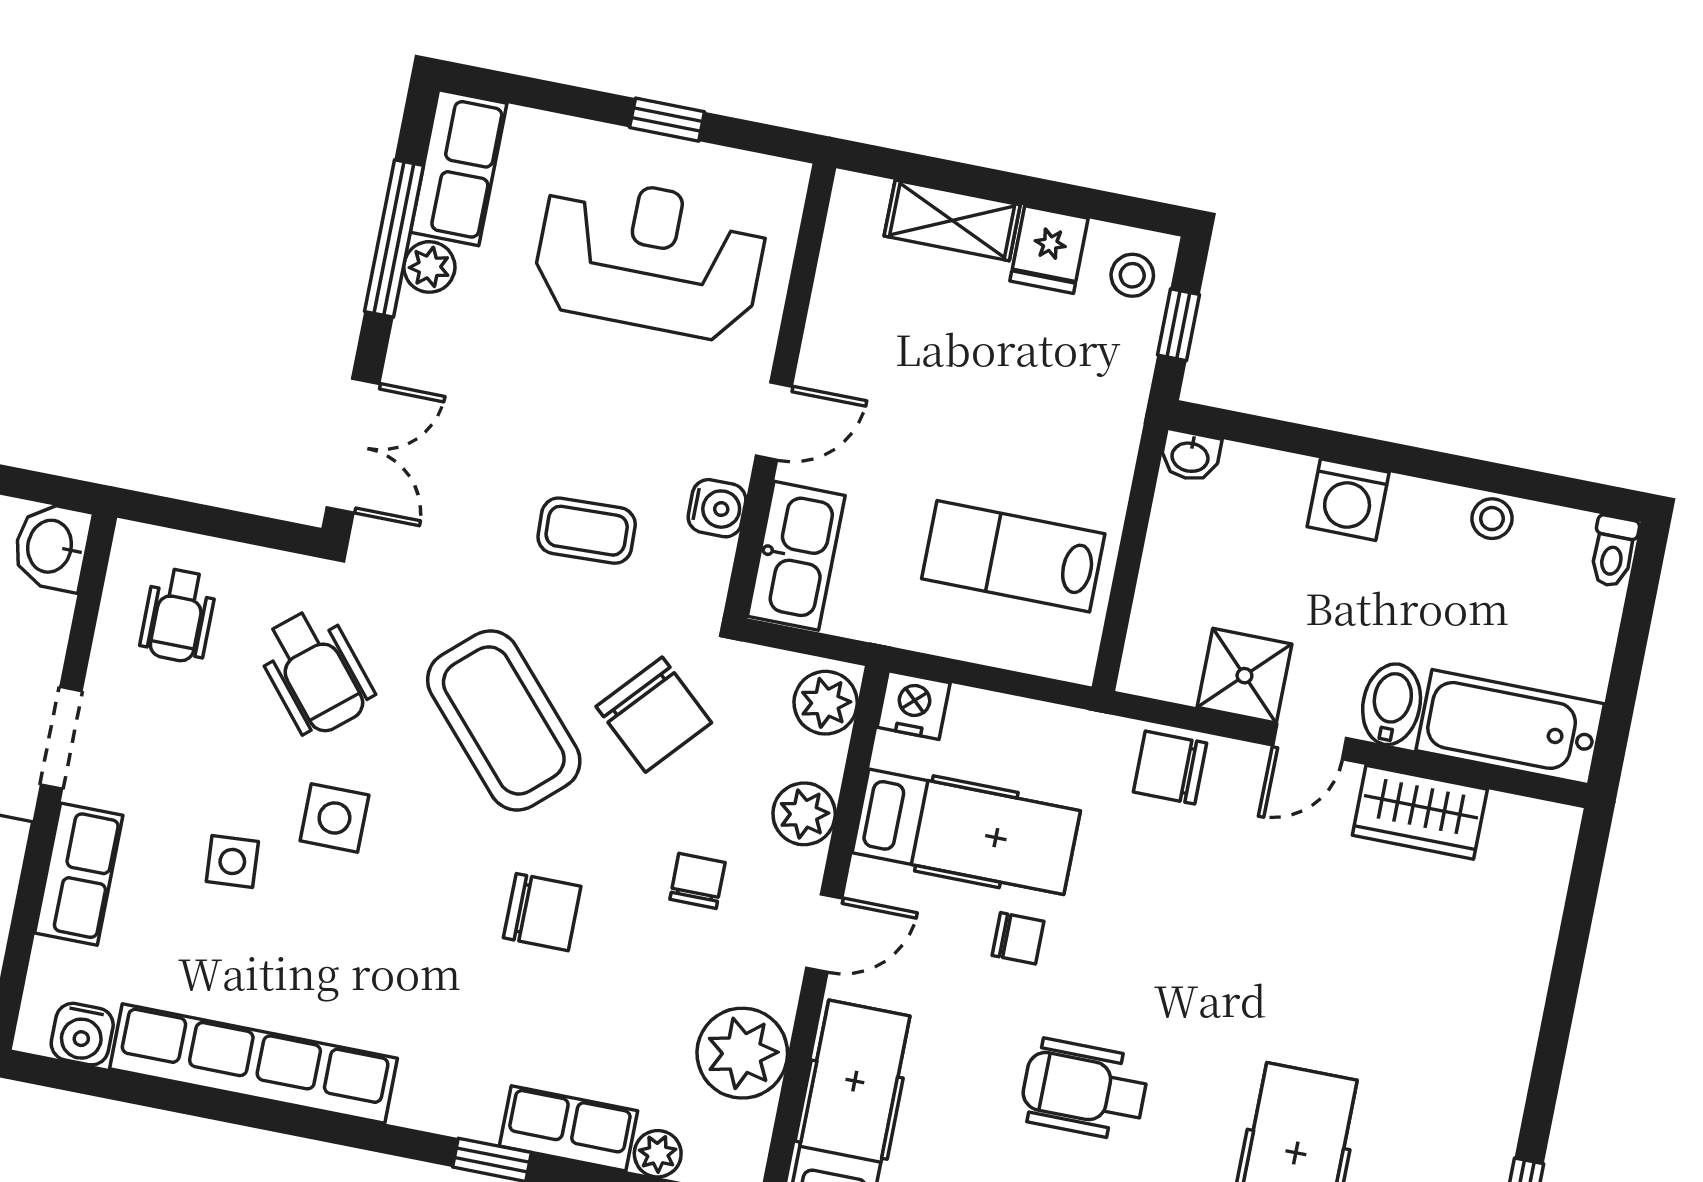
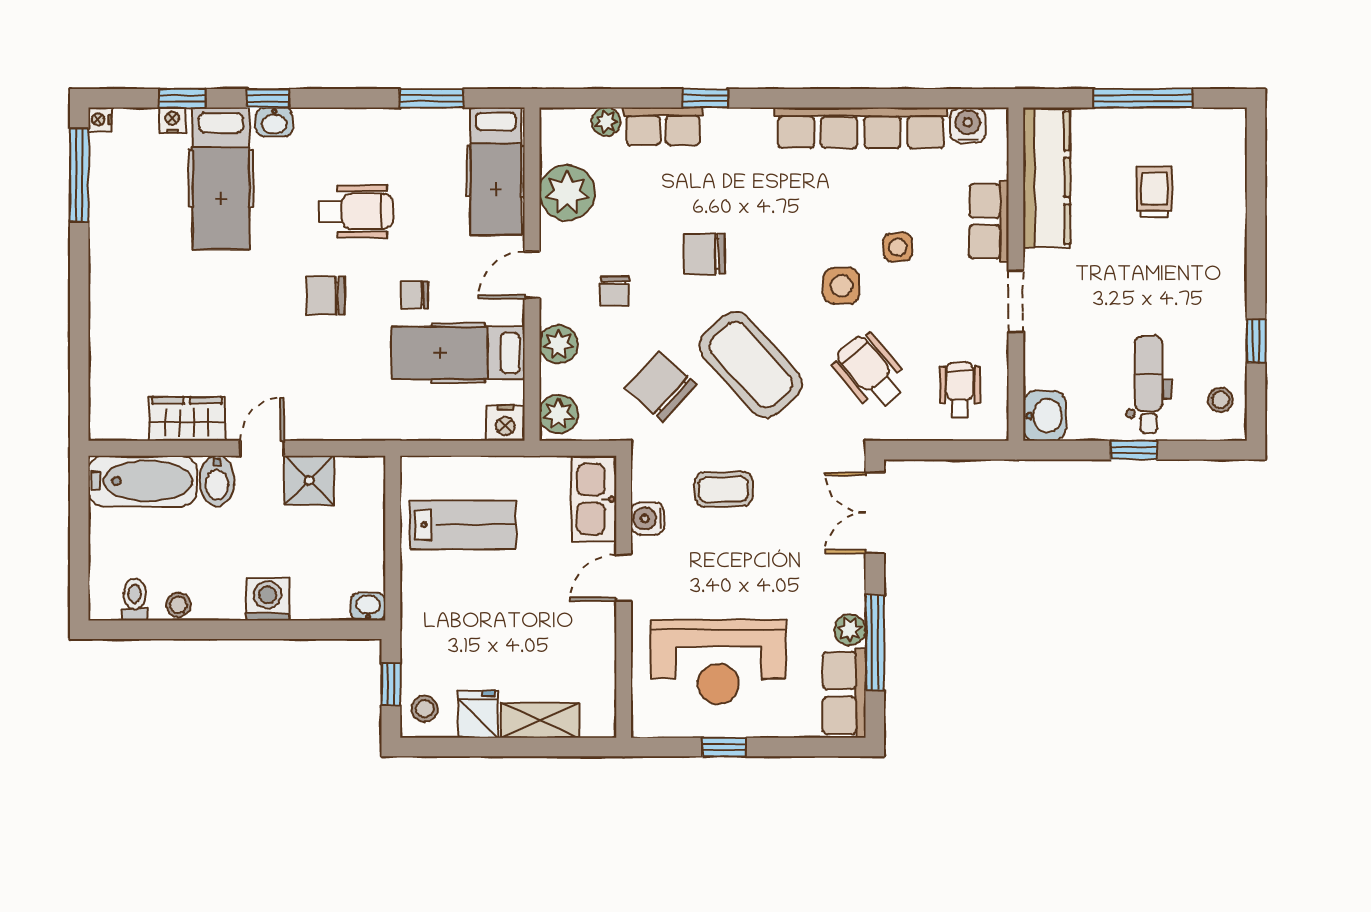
toilet: (1613, 551) -> (135, 600), moved
chair: (1170, 768) -> (325, 296), moved, turned 180

